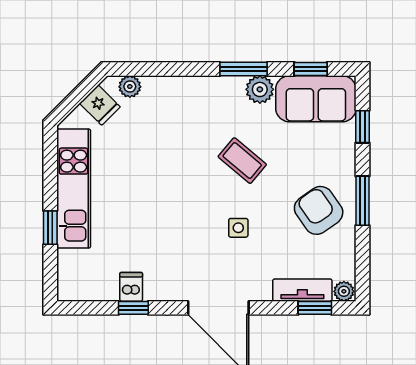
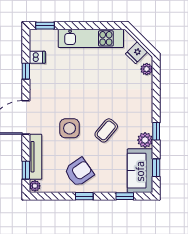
window: (244, 69) -> (156, 131), width x0.67
window: (363, 201) -> (84, 196), width x0.67
window: (50, 228) -> (45, 26), moved
side table: (238, 228) -> (70, 128), width x1.87, depth x1.87
dishwasher: (131, 287) -> (37, 57), moved
tv unit: (302, 290) -> (36, 157), width x1.41

